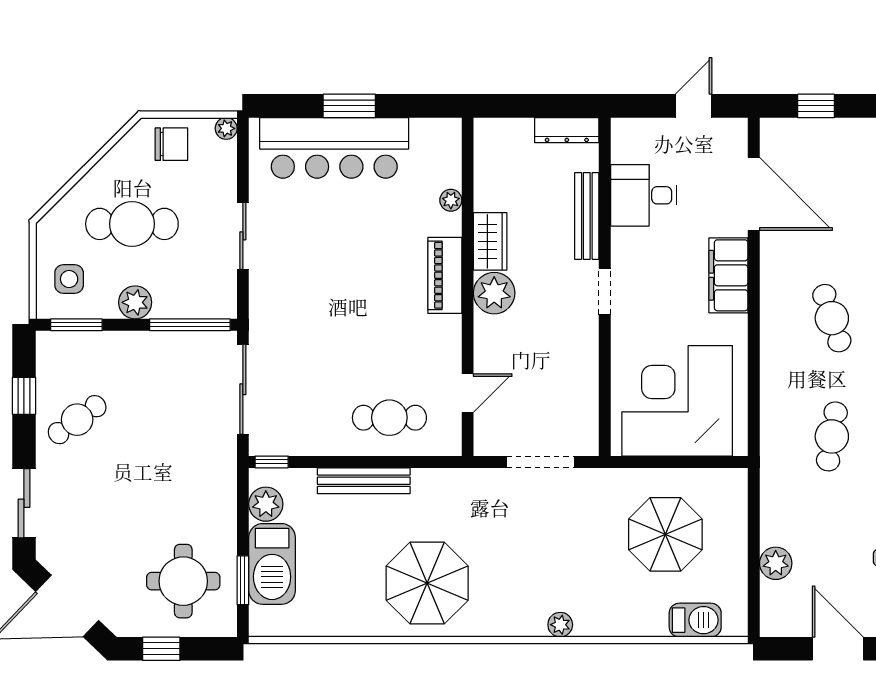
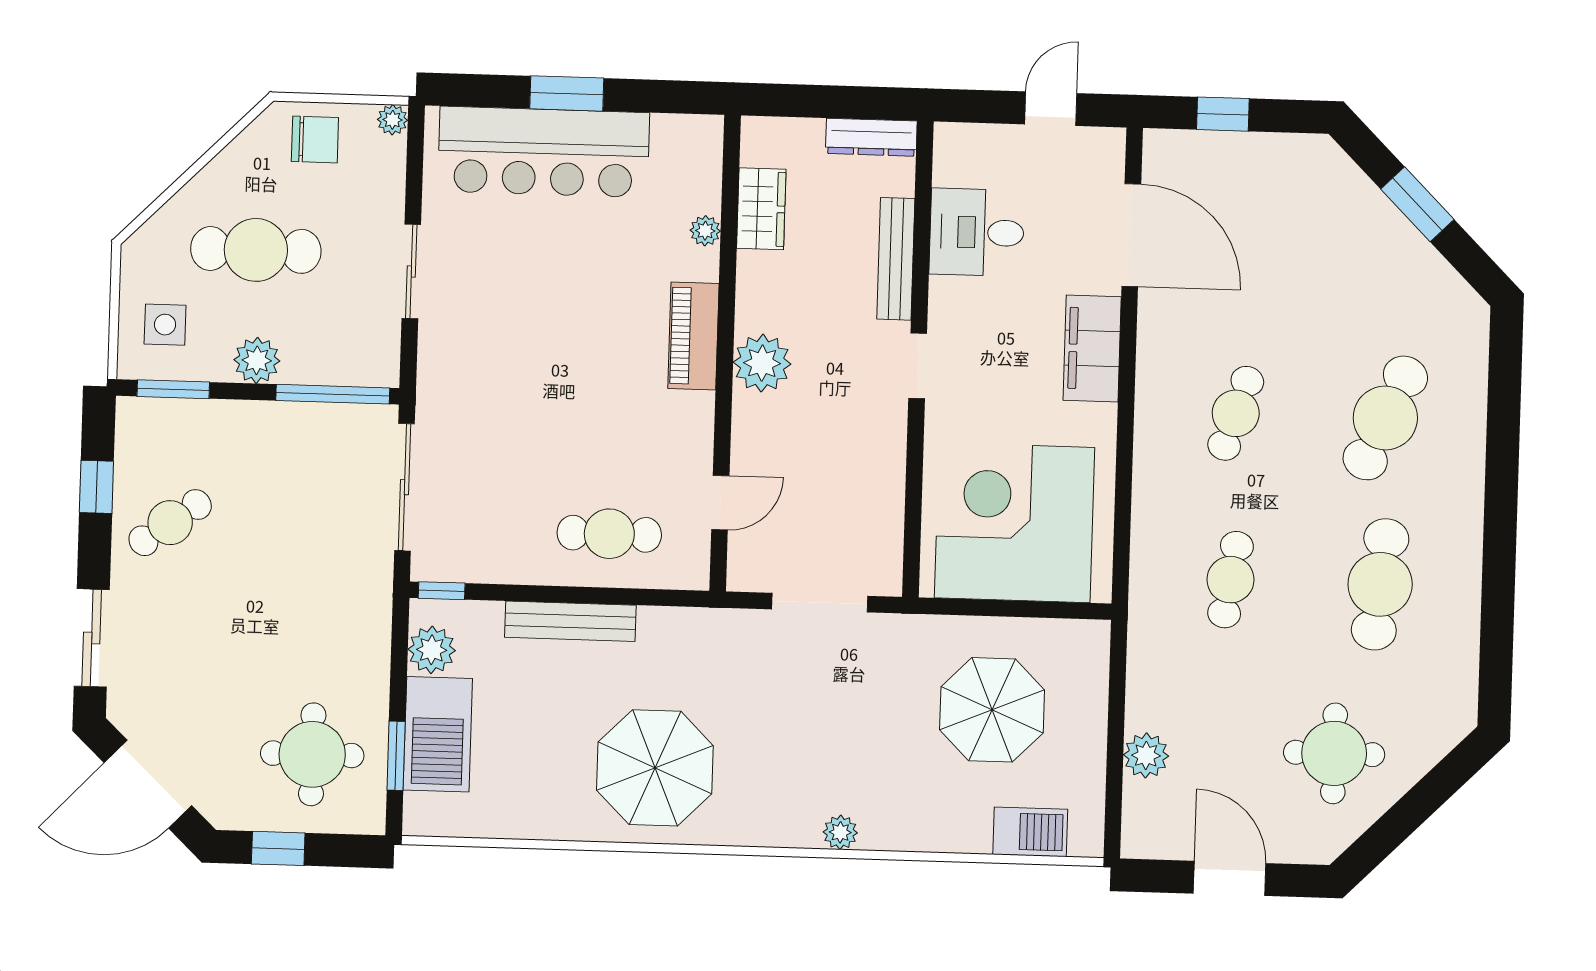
wardrobe: (490, 241) -> (761, 209), moved
cafe table: (832, 318) -> (1236, 413), turned 36

